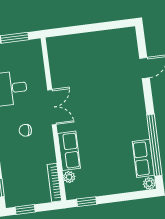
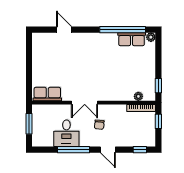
double door: (52, 107) -> (85, 103), swing flipped
row of seats: (69, 151) -> (47, 94), moved
window: (25, 210) -> (158, 121), moved

